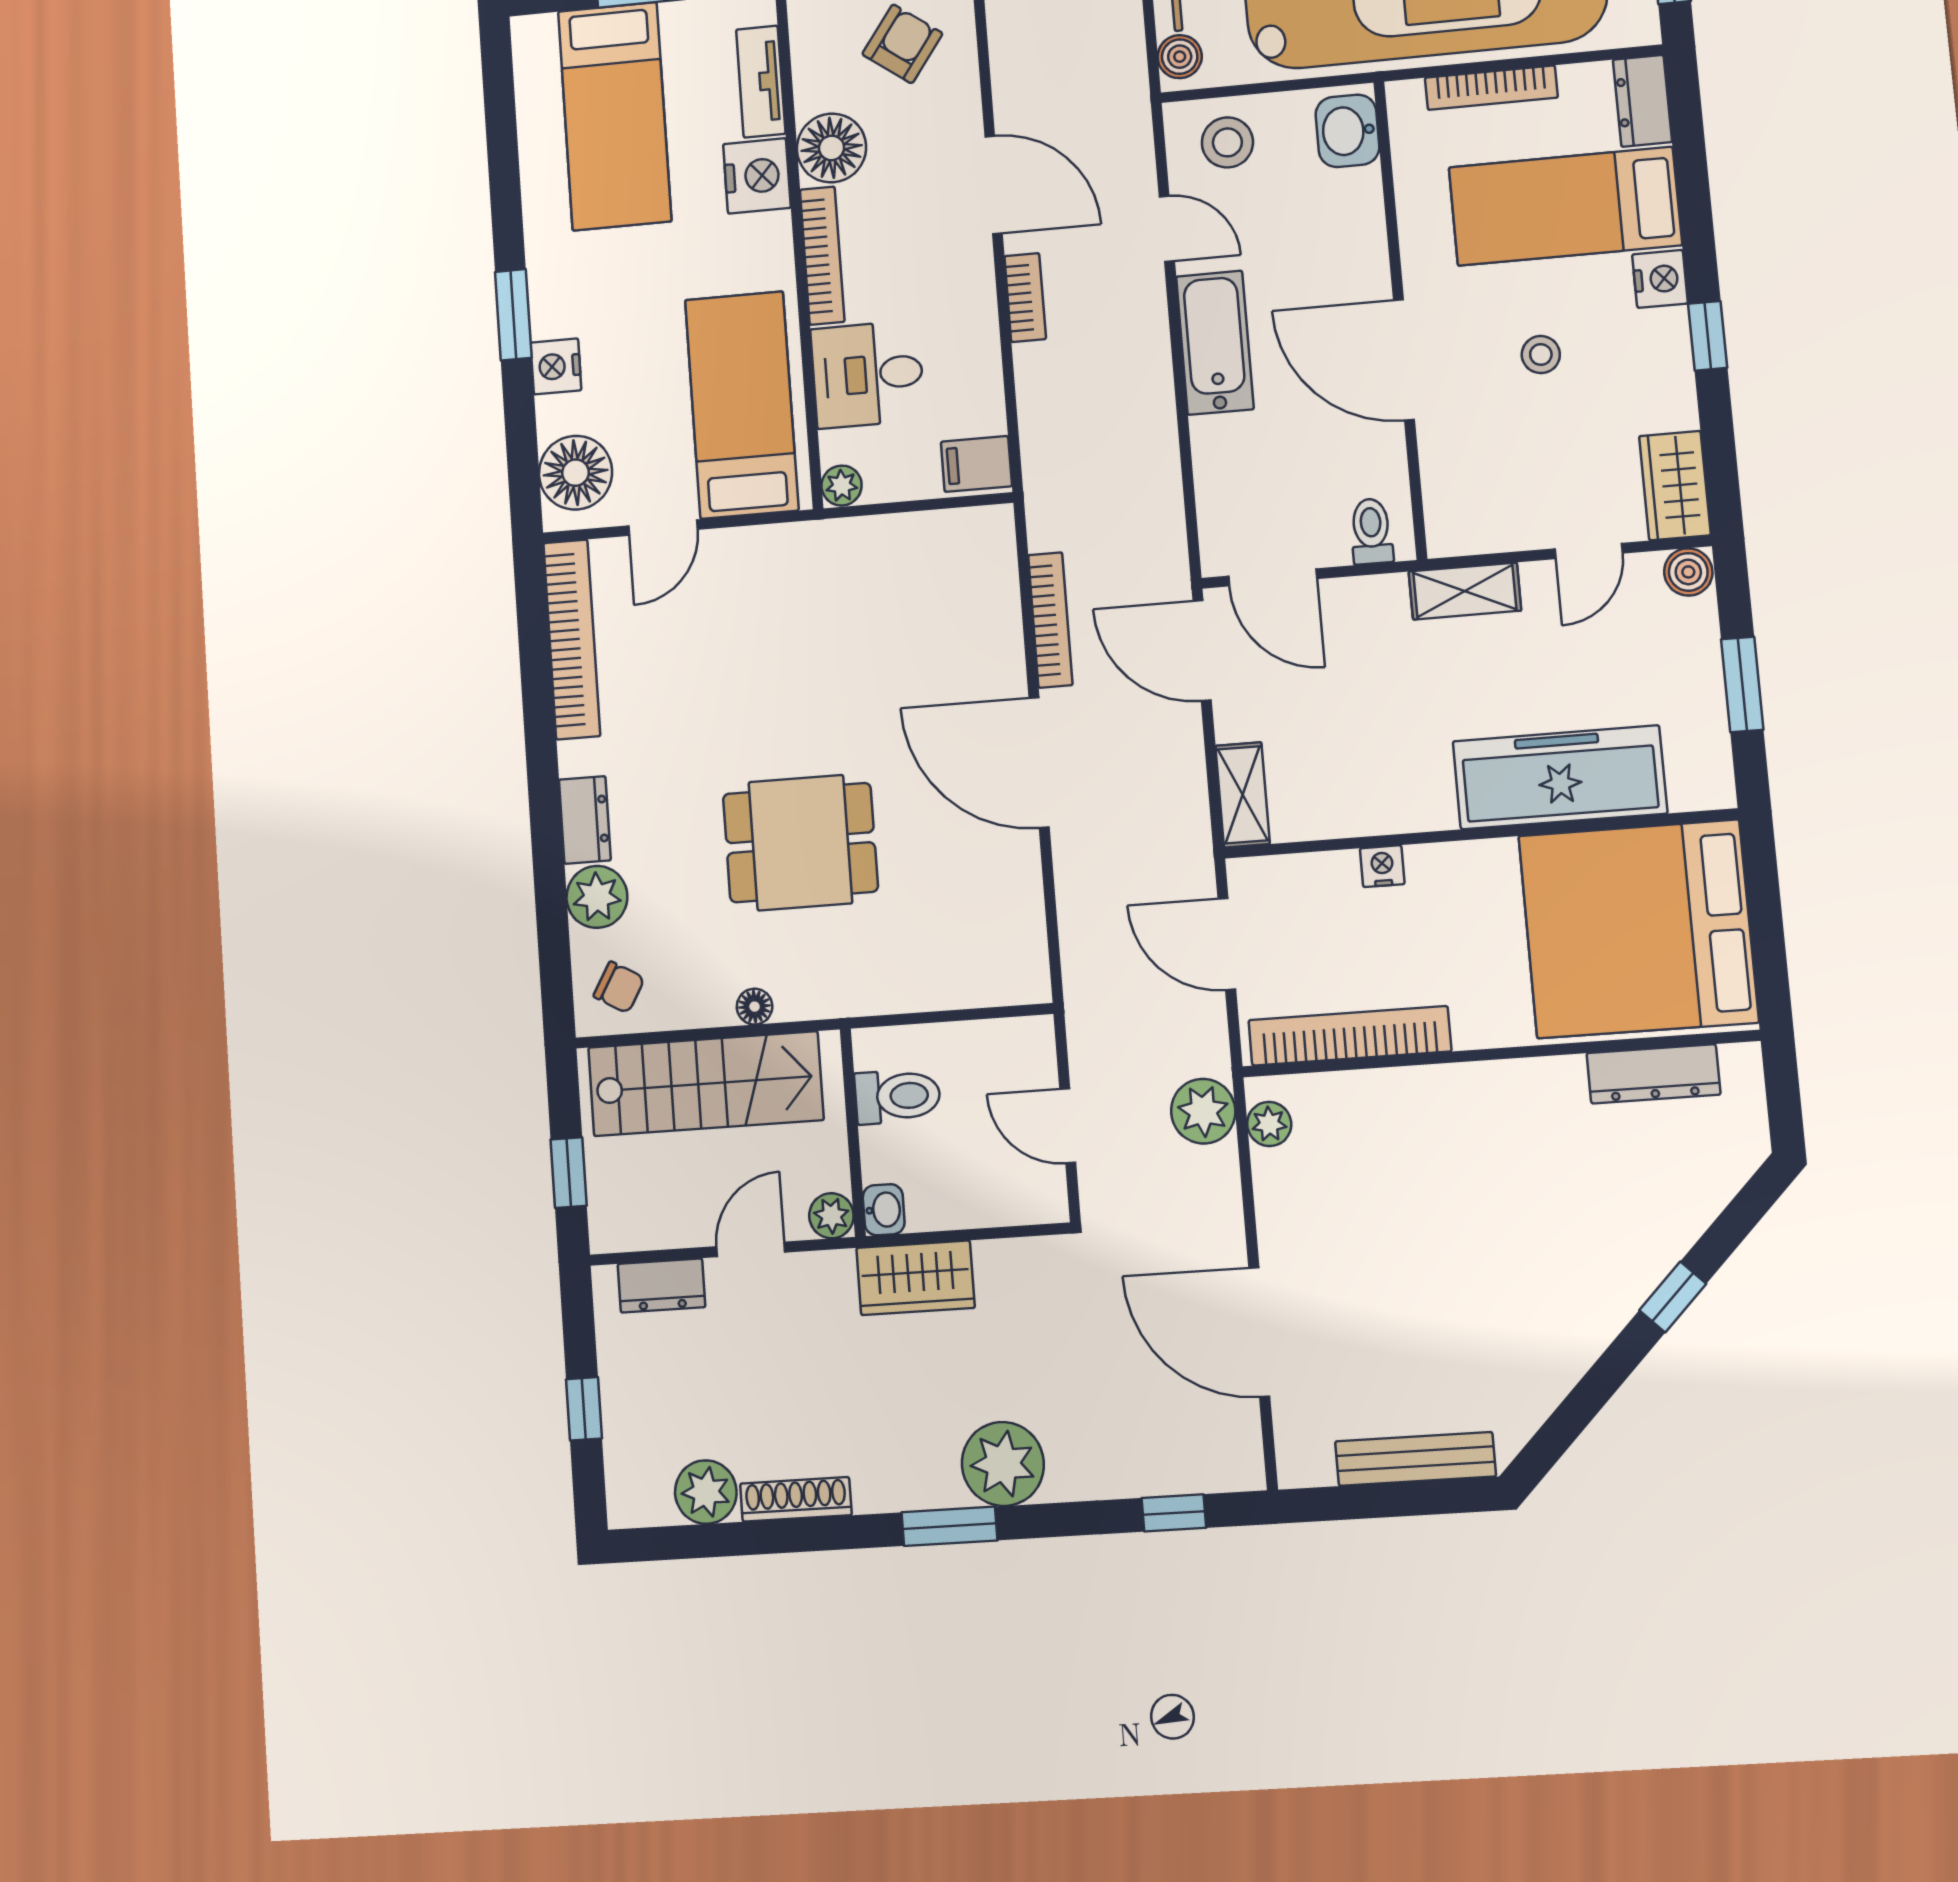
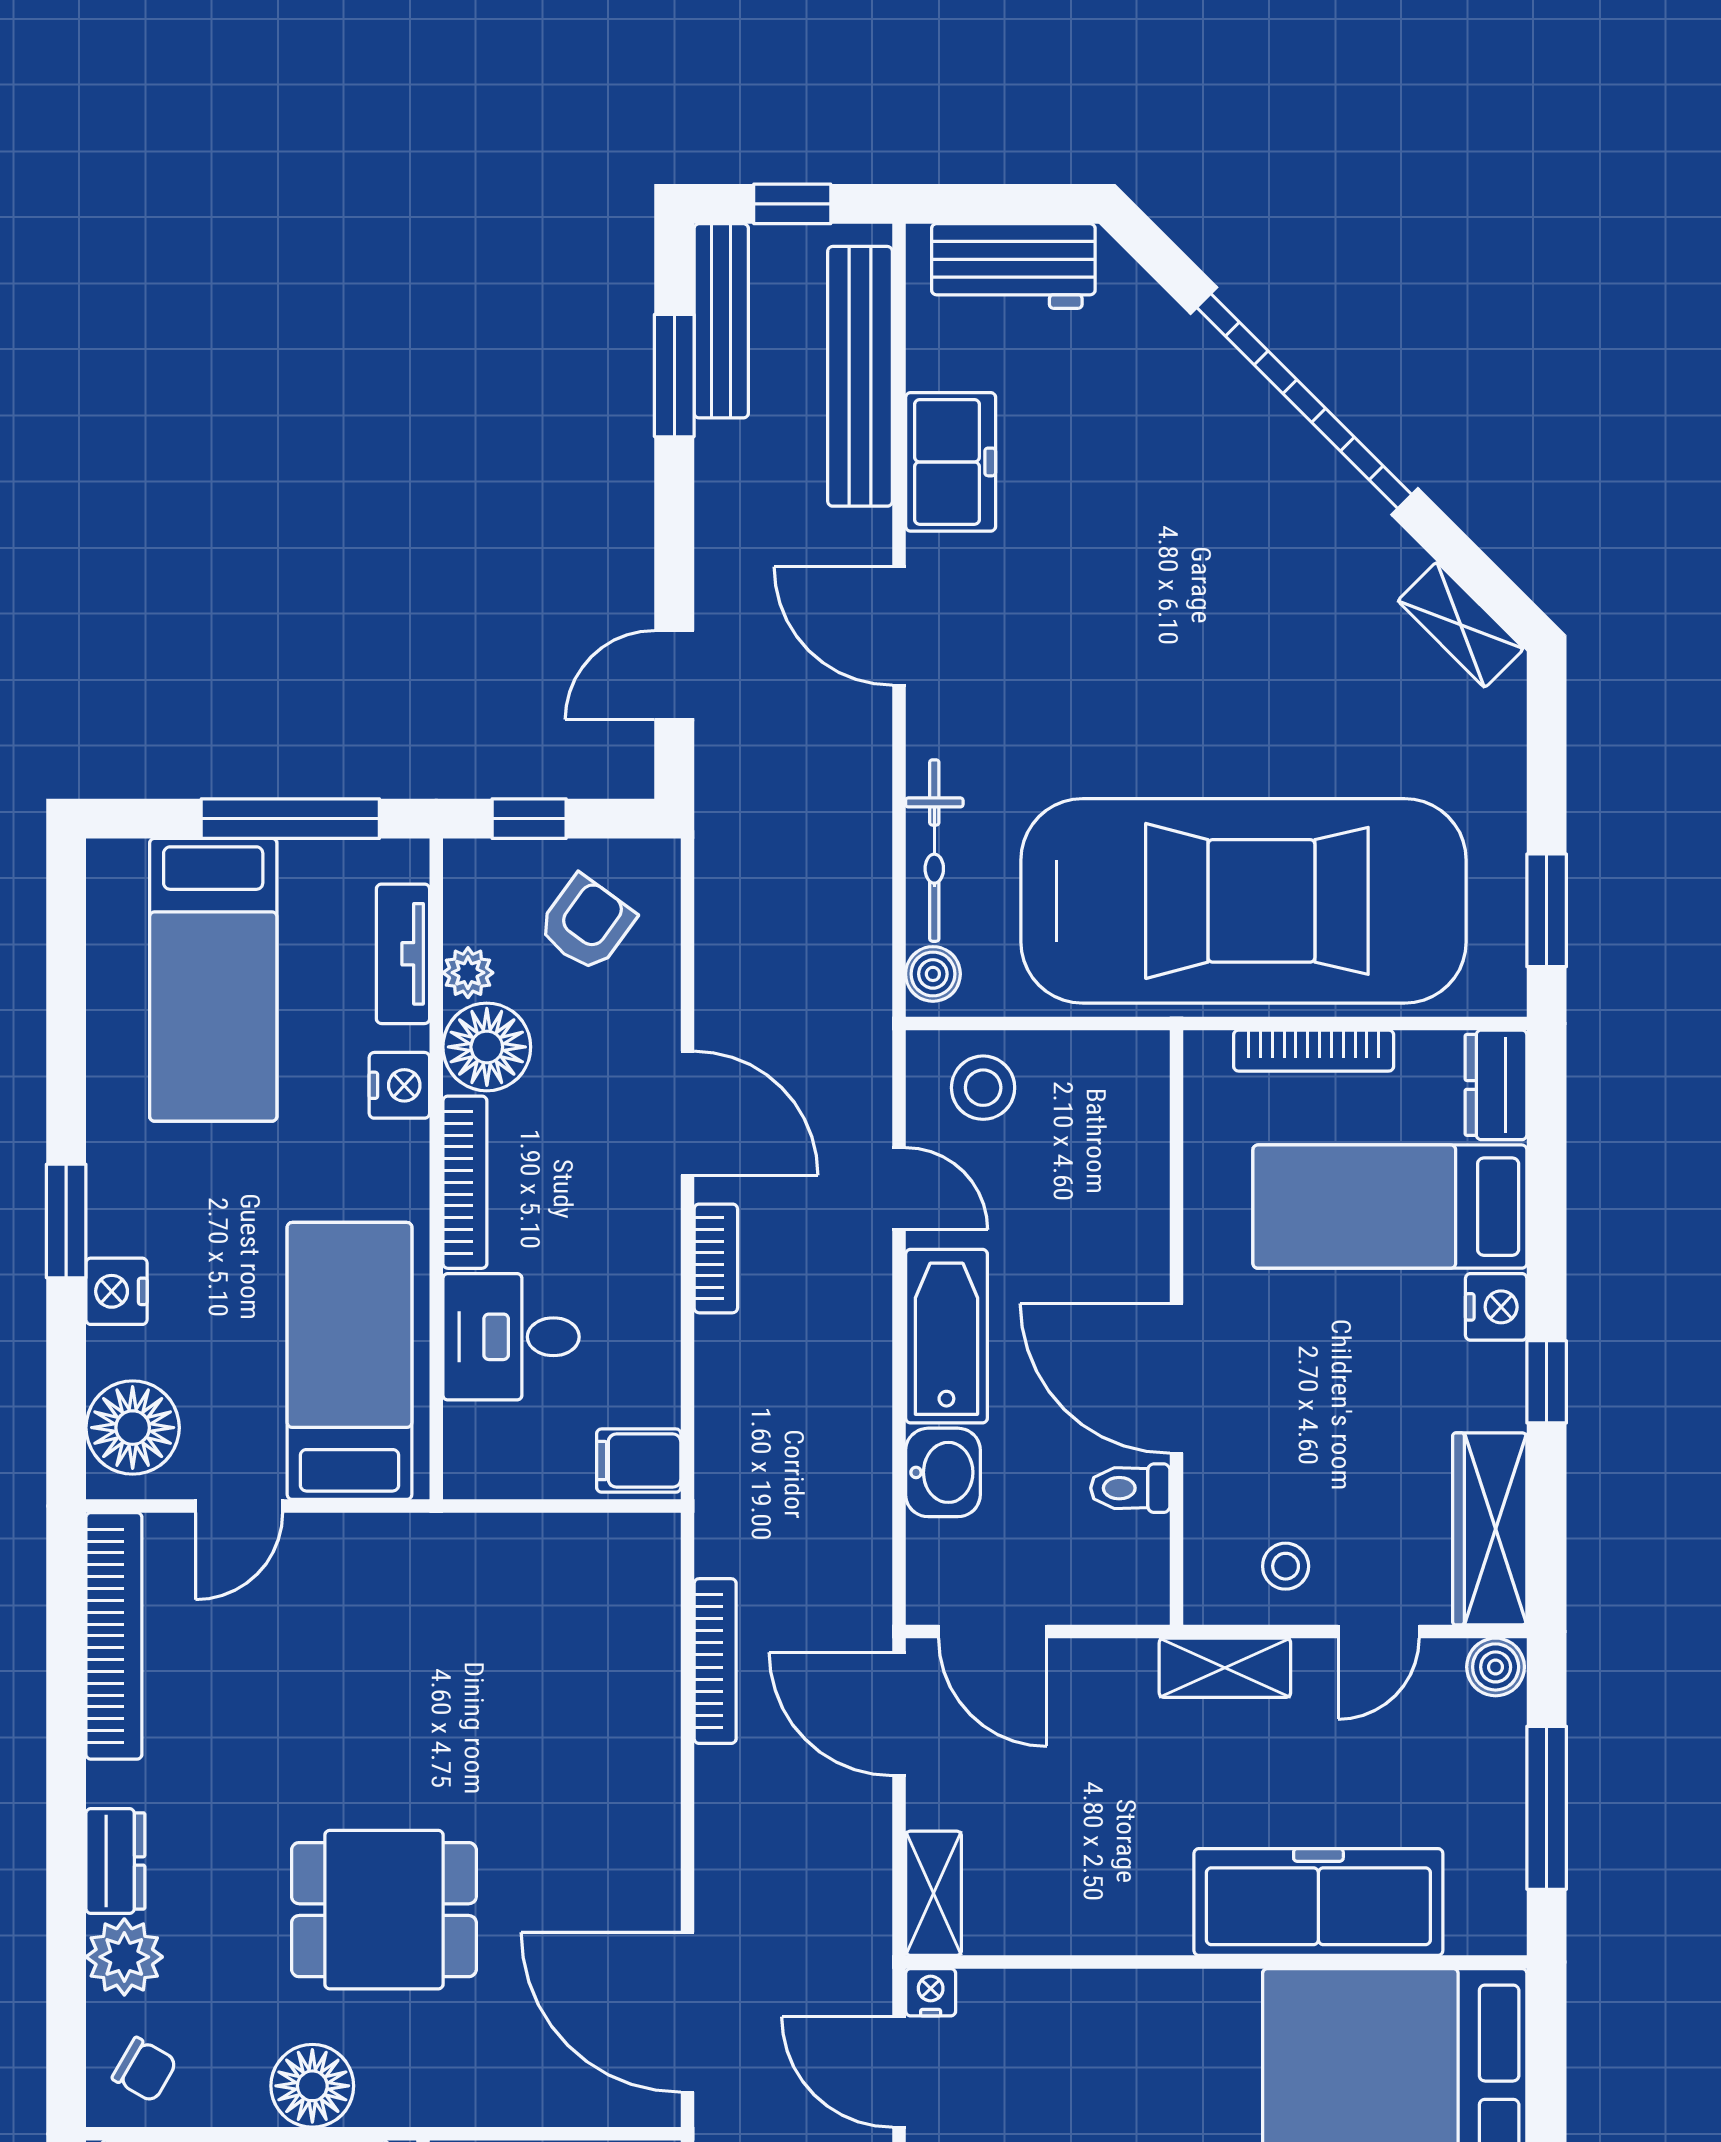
washbasin: (1347, 131) -> (943, 1472), moved, turned 180
nightstand: (757, 176) -> (399, 1085), width x0.74, depth x0.75
stool: (1541, 355) -> (1286, 1566), moved
plant: (842, 486) -> (468, 973), moved
wardrobe: (1675, 486) -> (1490, 1529), width x1.50
toilet: (1371, 531) -> (1130, 1488), moved, turned -90
window: (1742, 684) -> (1547, 1808), width x1.44
door: (1039, 763) -> (687, 2012), moved
nightstand: (1382, 866) -> (931, 1992), moved
floor lamp: (755, 1007) -> (312, 2086), width x1.89, depth x1.89

